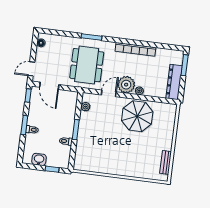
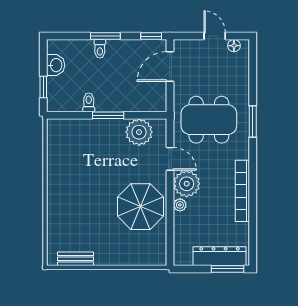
door: (31, 69) -> (215, 36), moved
dresser: (174, 82) -> (220, 256), moved
plant: (86, 107) -> (139, 132), width x1.87, depth x1.87

